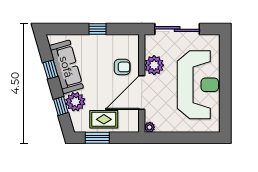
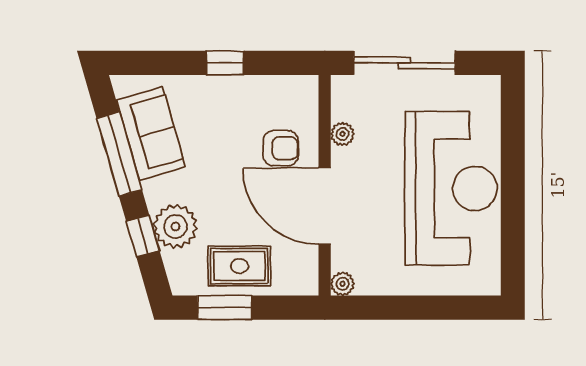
plant: (154, 65) -> (342, 134), width x0.53, depth x0.53
sofa: (66, 67) -> (151, 134), width x0.73
window: (50, 69) -> (119, 154), width x2.17
door: (142, 93) -> (325, 206), hinge flipped

